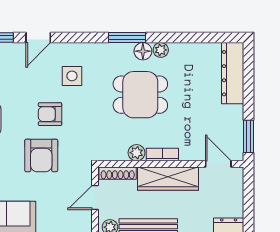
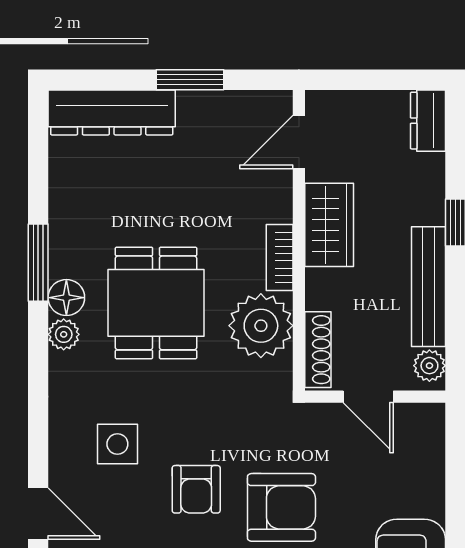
window: (127, 38) -> (38, 263), moved
plant: (161, 50) -> (64, 334), moved
window: (248, 136) -> (190, 80), moved
plant: (137, 153) -> (261, 326), width x1.88, depth x1.88
wardrobe: (168, 179) -> (329, 225), width x0.67

